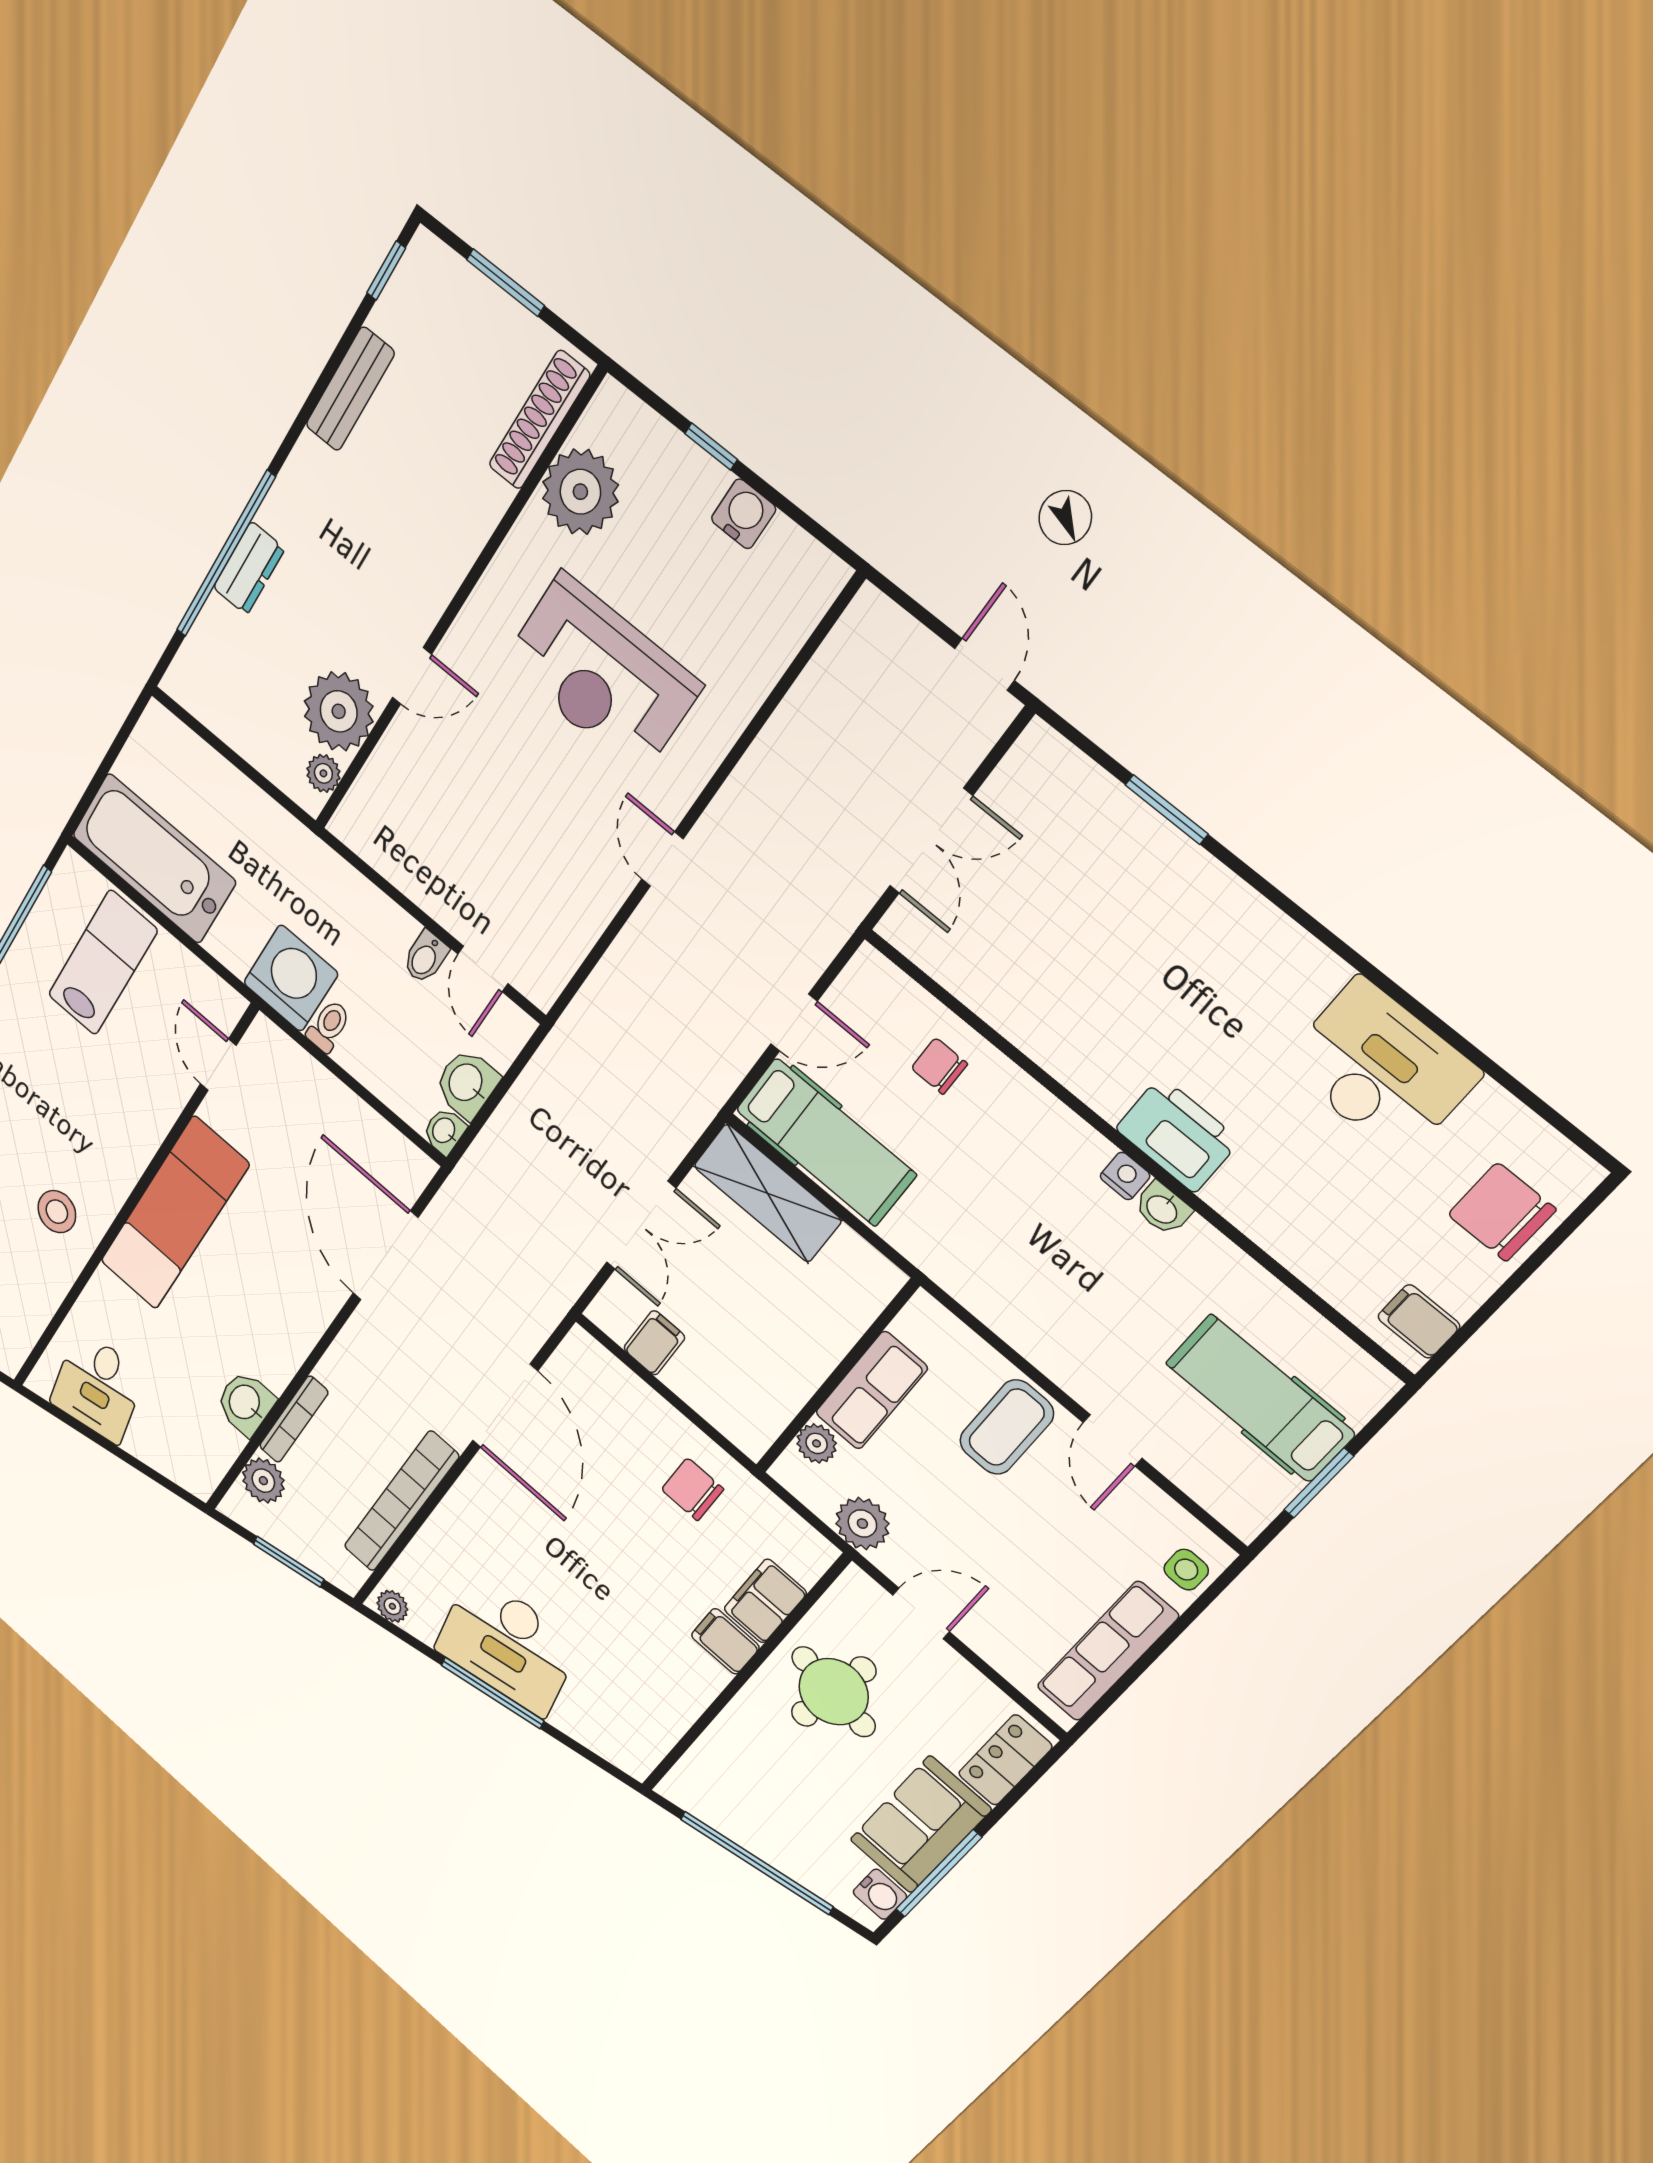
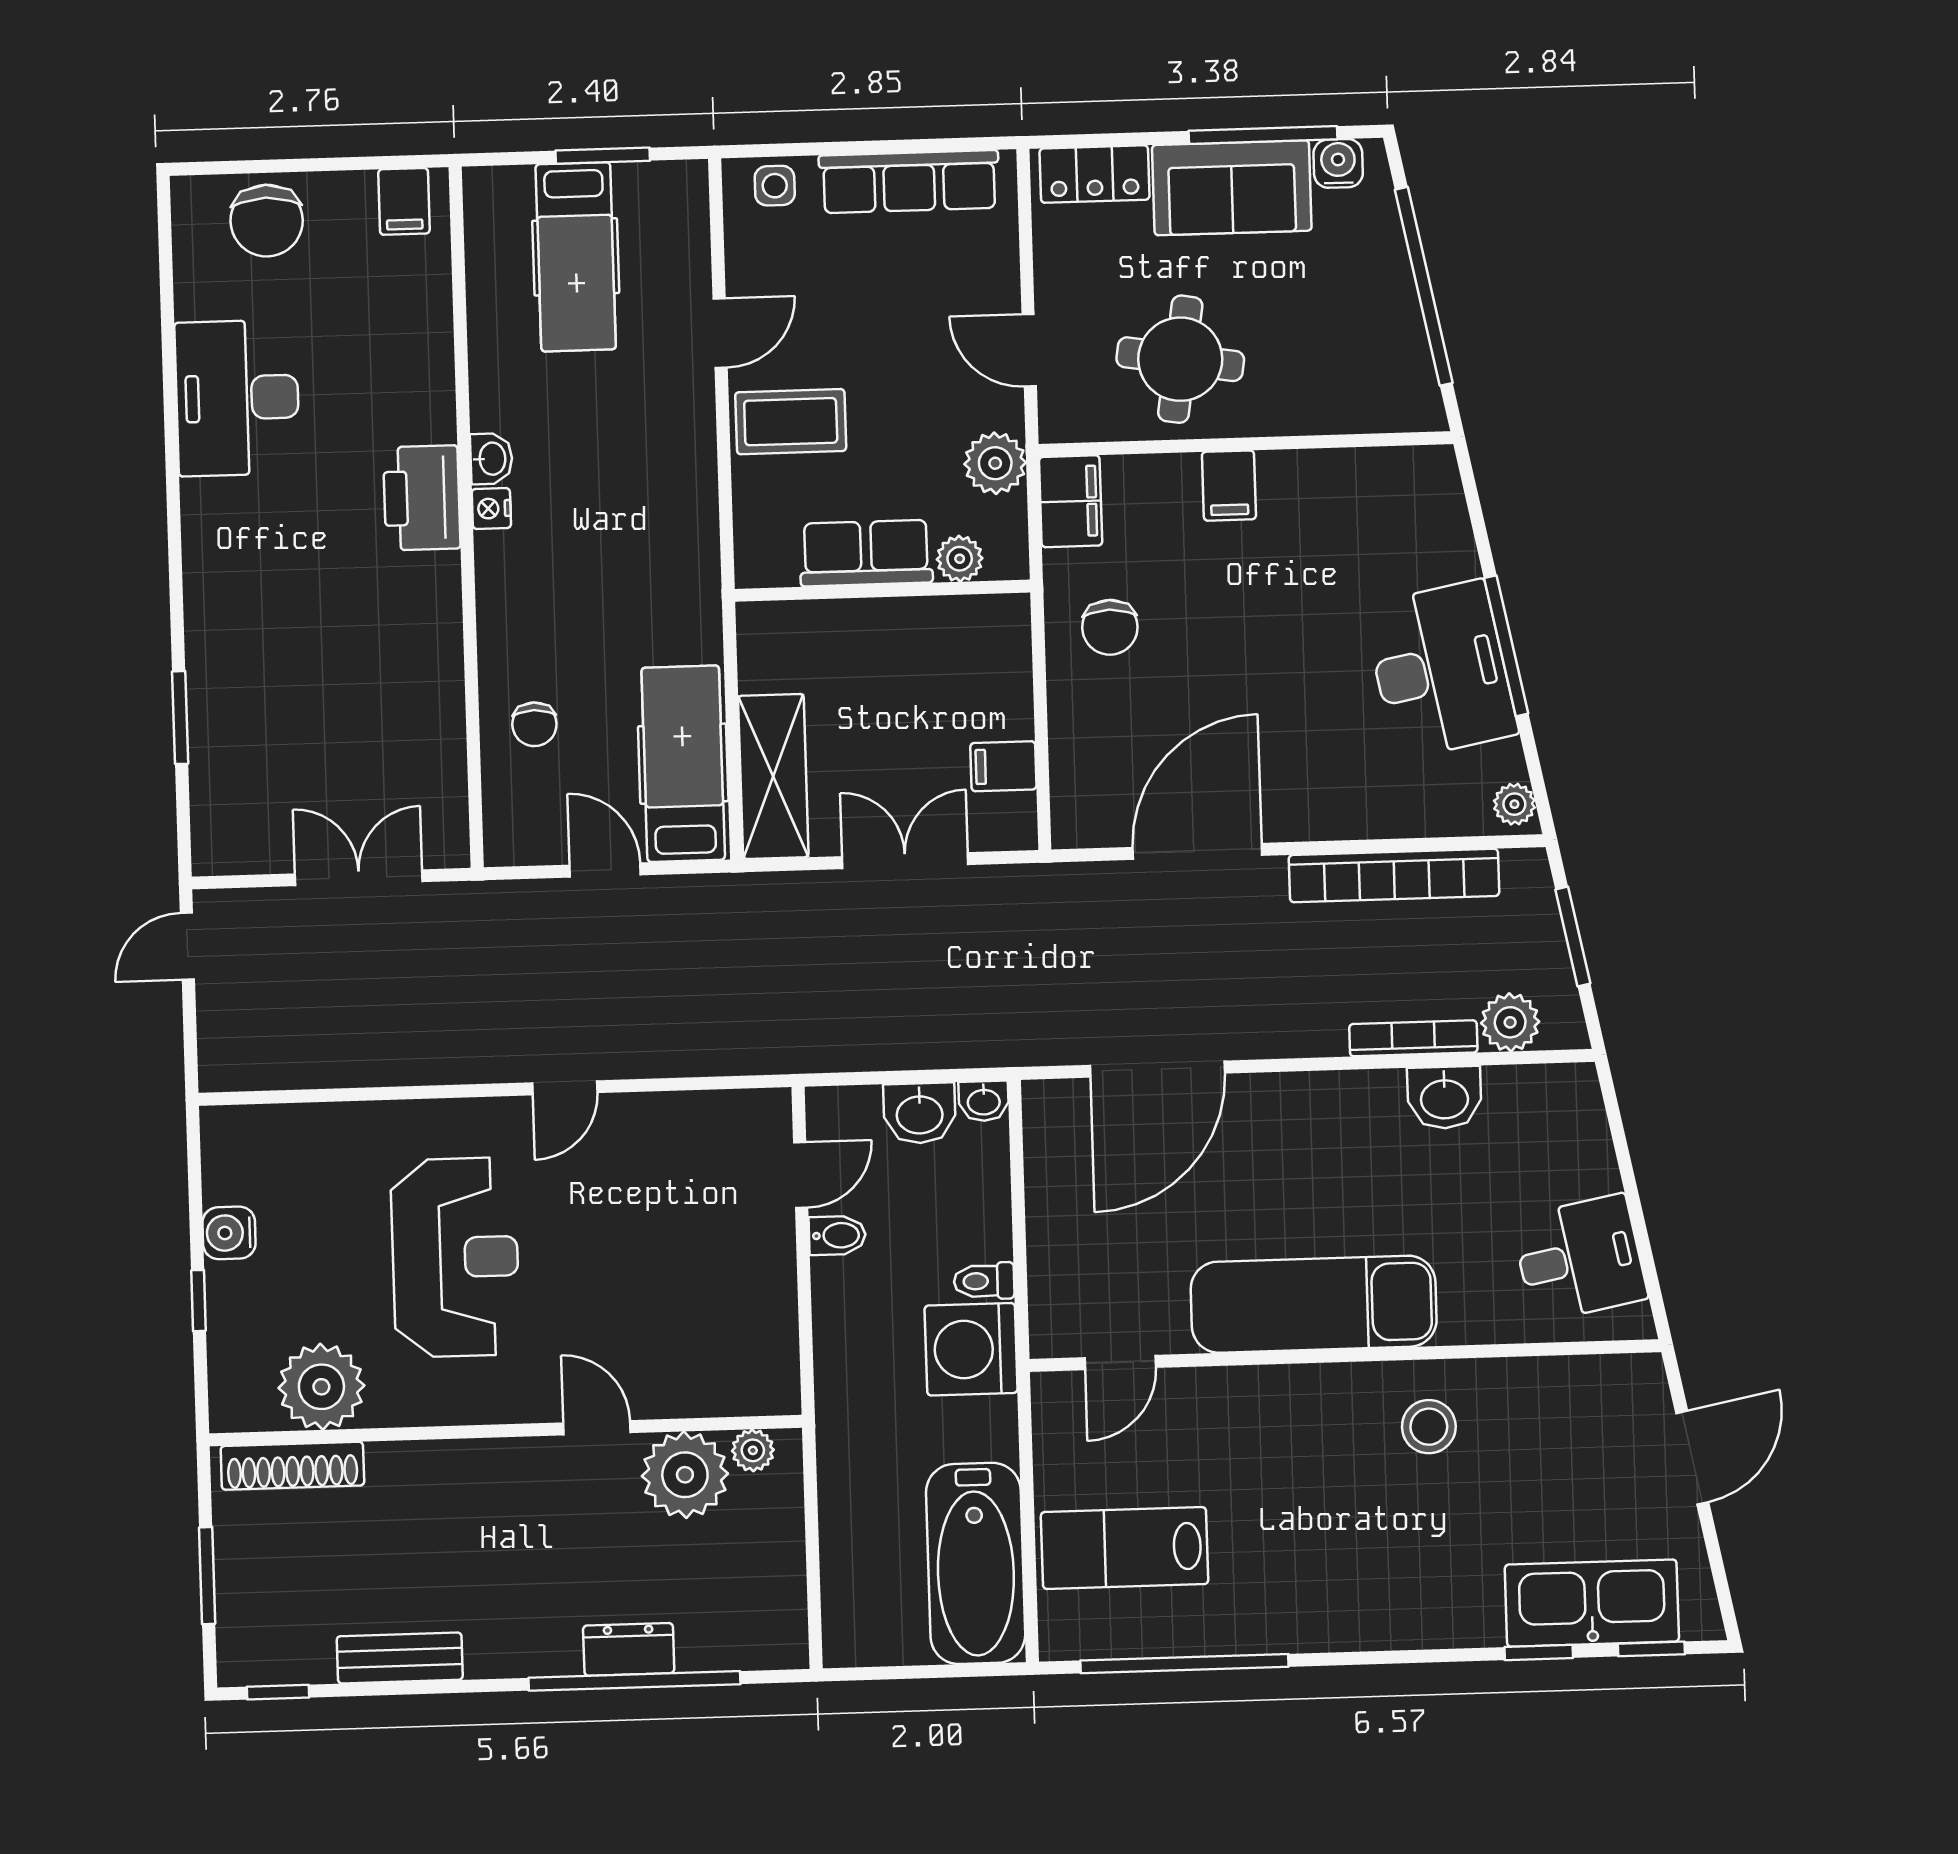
filing cabinet: (765, 1601) -> (1071, 501), moved, turned -90

